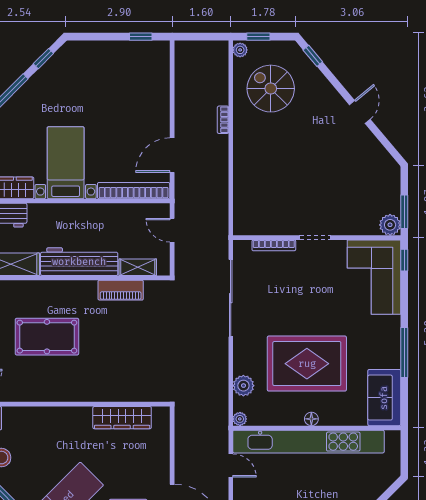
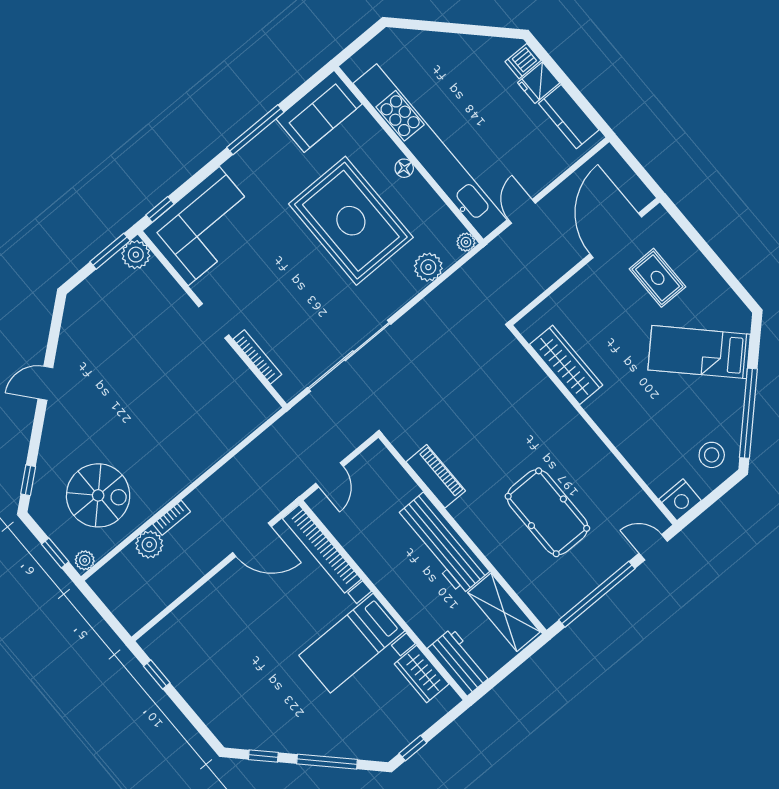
spiral stairs: (271, 89) -> (98, 495), turned -90
plant: (218, 94) -> (149, 544), added
shelving: (138, 267) -> (397, 478), removed

